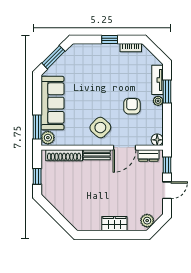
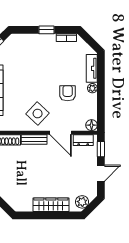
window: (167, 91) -> (101, 79), removed
door: (125, 148) -> (61, 133), hinge flipped
wardrobe: (114, 224) -> (51, 205), width x1.50

